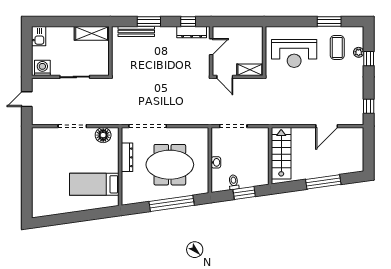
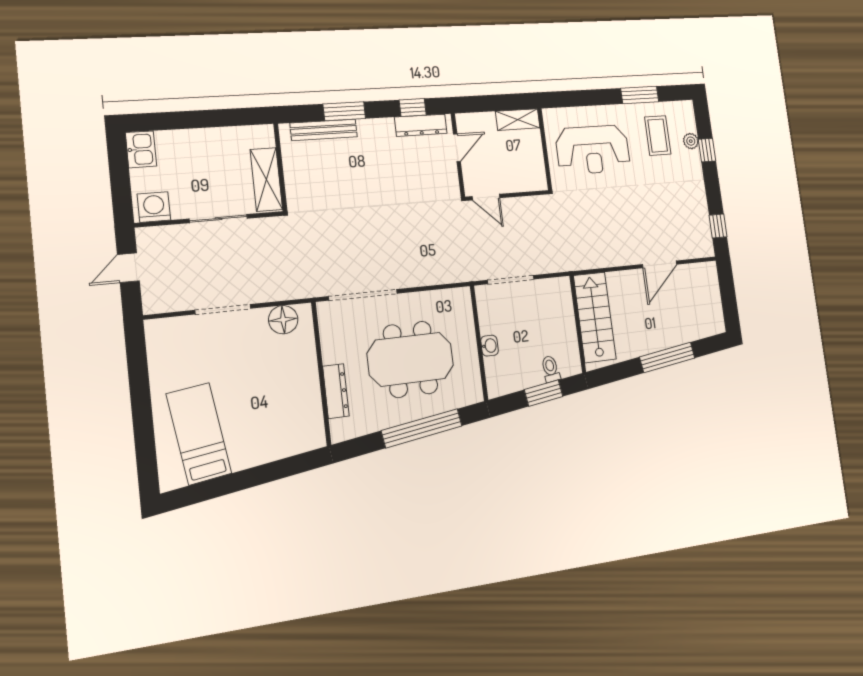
shelving: (92, 33) -> (266, 179), moved, turned 90
shelving: (250, 70) -> (518, 120), moved
dresser: (127, 157) -> (336, 391), moved
toilet: (234, 182) -> (551, 369), moved
bed: (94, 184) -> (199, 434), moved, turned 82

